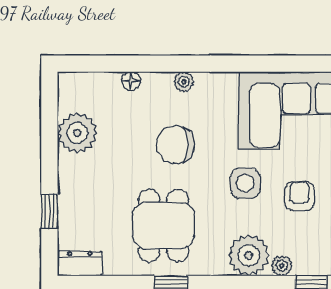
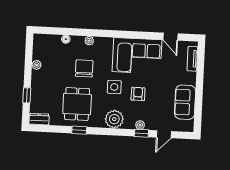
plant: (77, 133) -> (37, 65), width x0.53, depth x0.53
chair: (176, 145) -> (84, 68), turned 90
plant: (282, 266) -> (140, 125), moved

